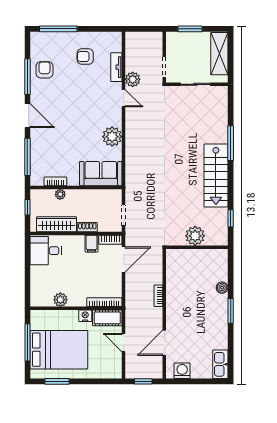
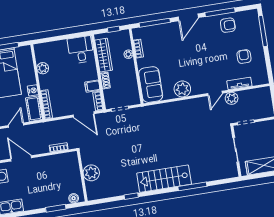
plant: (195, 236) -> (91, 173), moved
wall: (197, 247) -> (82, 176), moved

